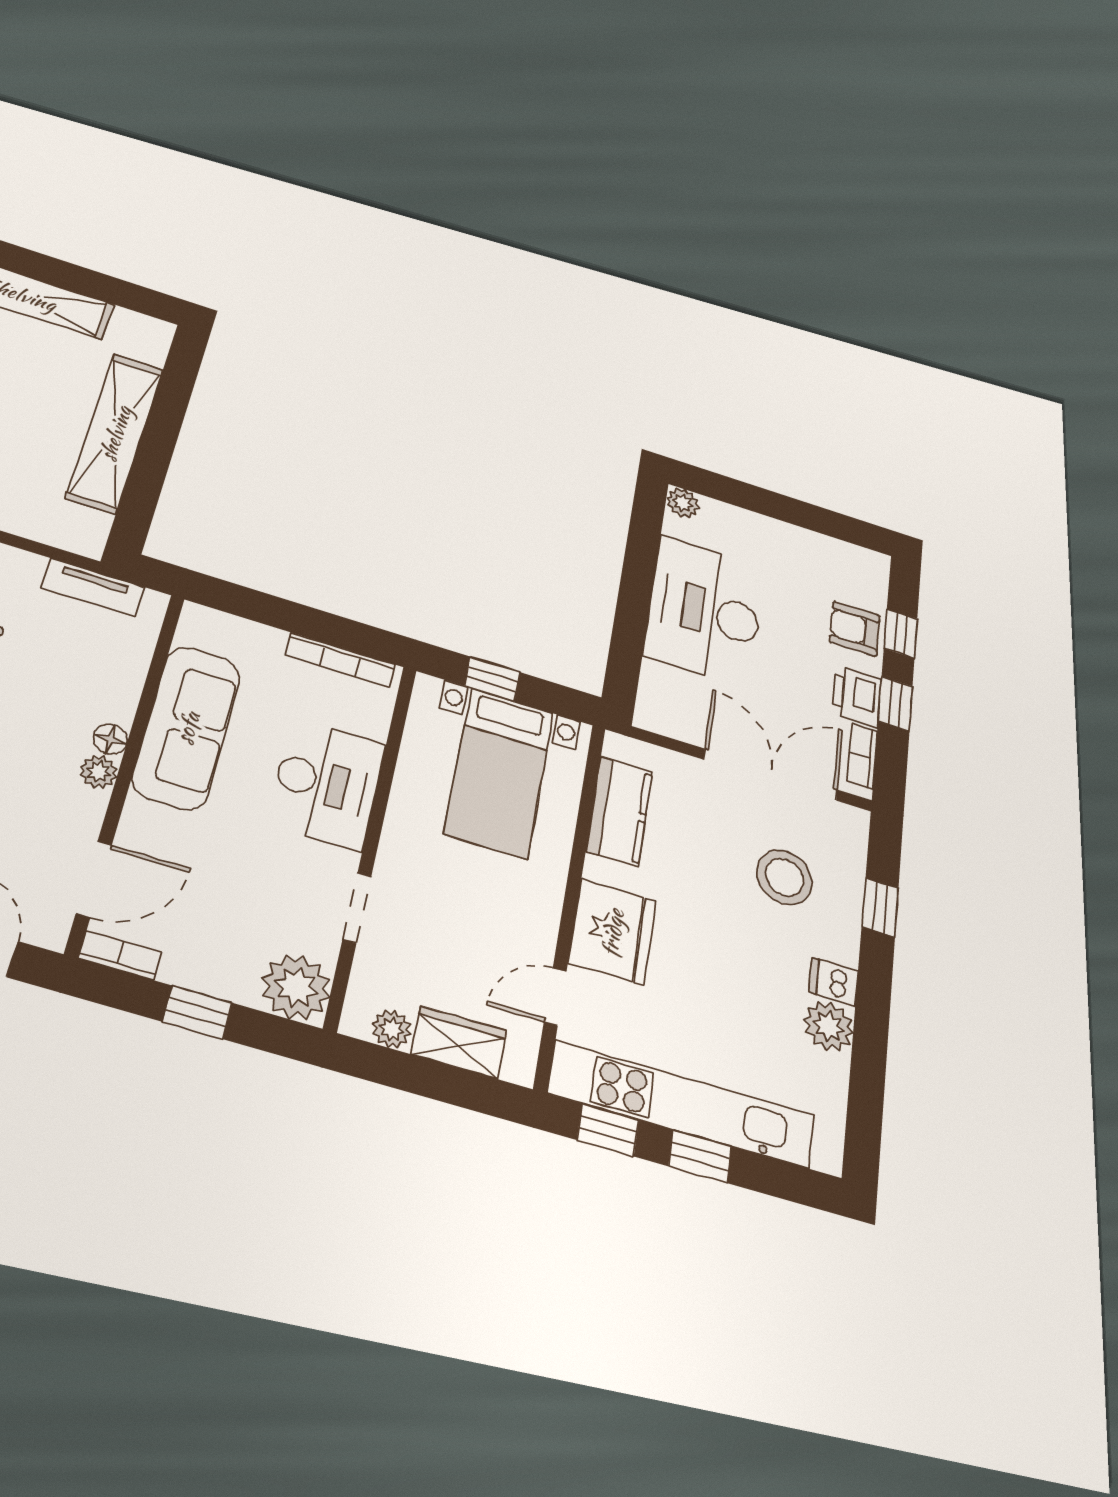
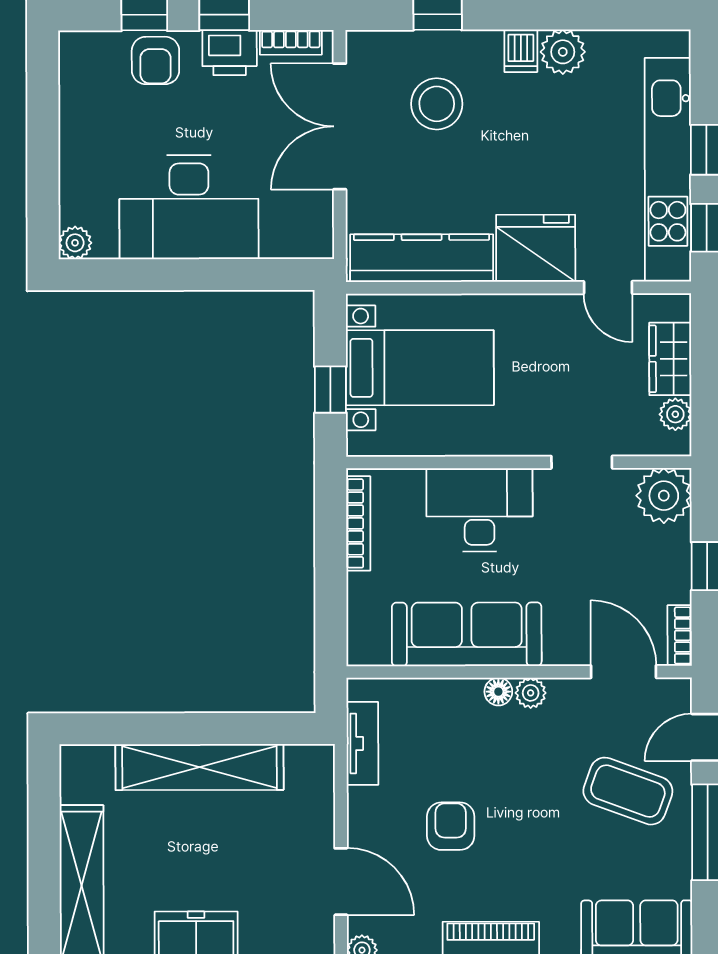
kitchen counter: (619, 811) -> (422, 258), width x1.50

